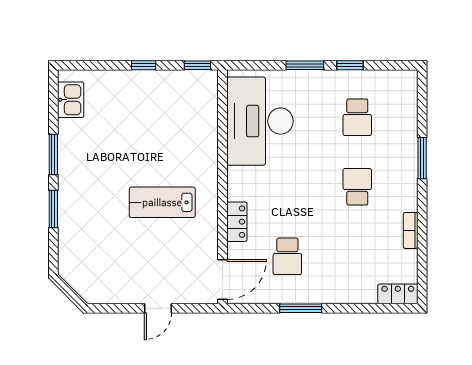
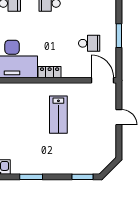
window: (53, 209) -> (83, 177), moved
locker: (237, 222) -> (50, 72), moved

